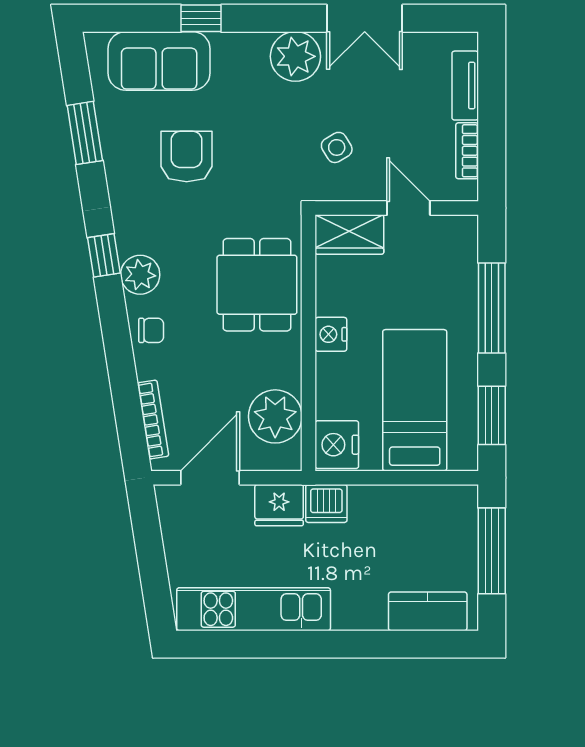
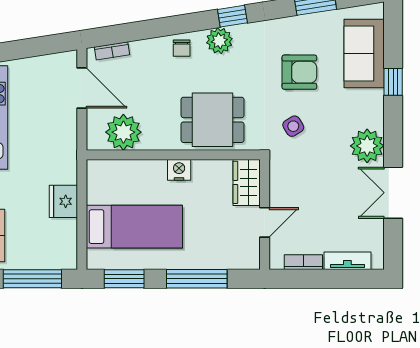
side table: (337, 147) -> (293, 126), moved
bookcase: (153, 420) -> (112, 51), width x0.64
nightstand: (337, 445) -> (104, 174), removed
dishwasher: (326, 503) -> (64, 167), removed
fridge: (279, 505) -> (63, 201), moved

